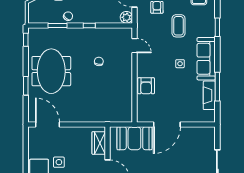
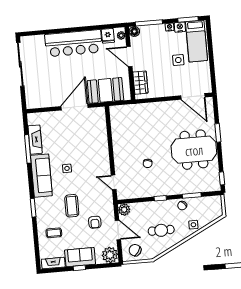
meeting table: (51, 71) -> (194, 150), turned 90
armchair: (146, 86) -> (99, 143), removed

